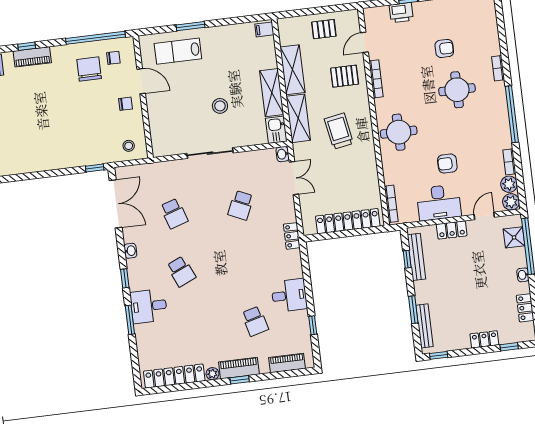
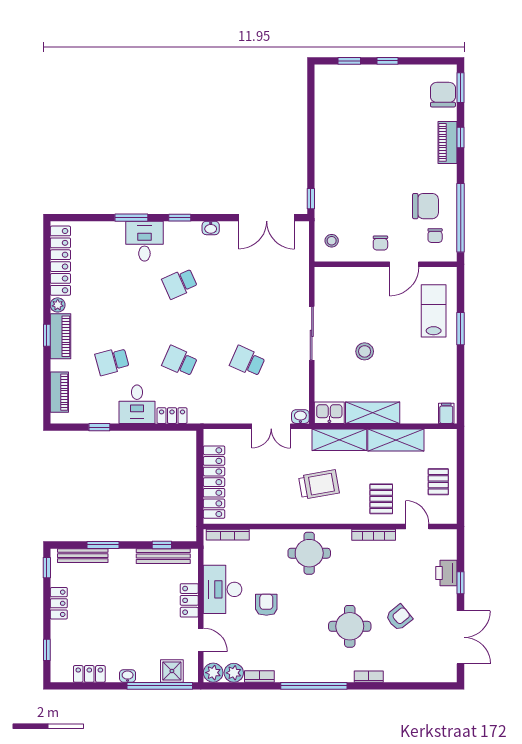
armchair: (444, 48) -> (399, 618), turned -129
school desk: (174, 213) -> (180, 361), moved, turned 42
locker: (292, 236) -> (172, 416), moved
locker: (484, 339) -> (59, 603), moved

